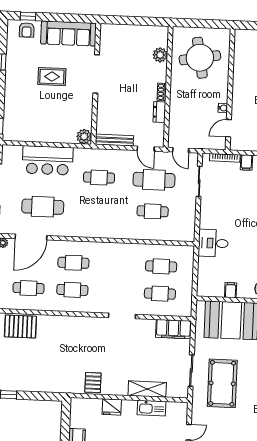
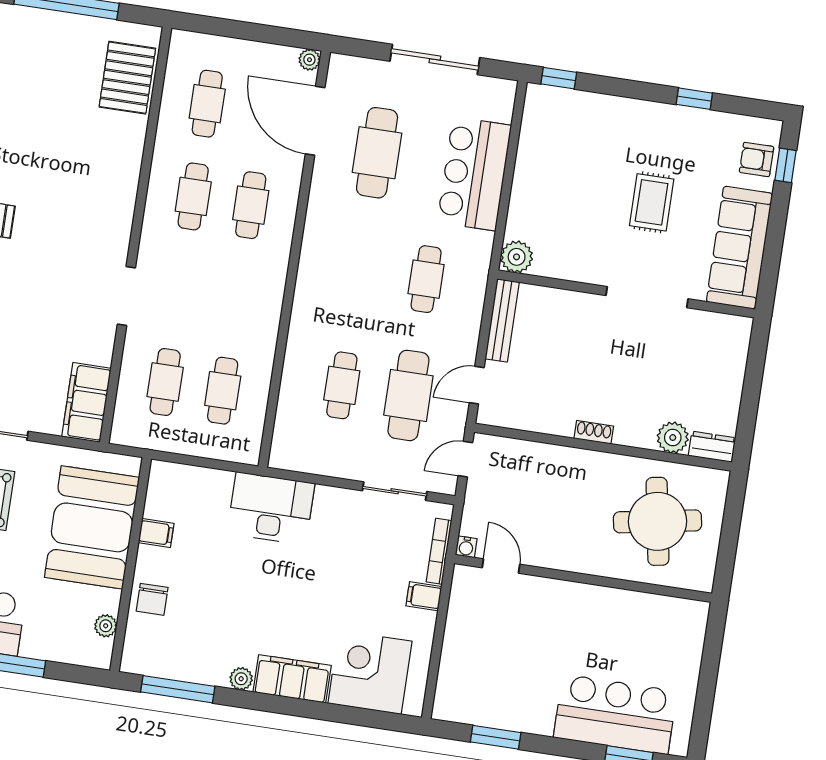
water cooler: (223, 108) -> (466, 547), moved
dresser: (159, 112) -> (712, 447), moved
desk: (213, 243) -> (271, 508), width x1.37

